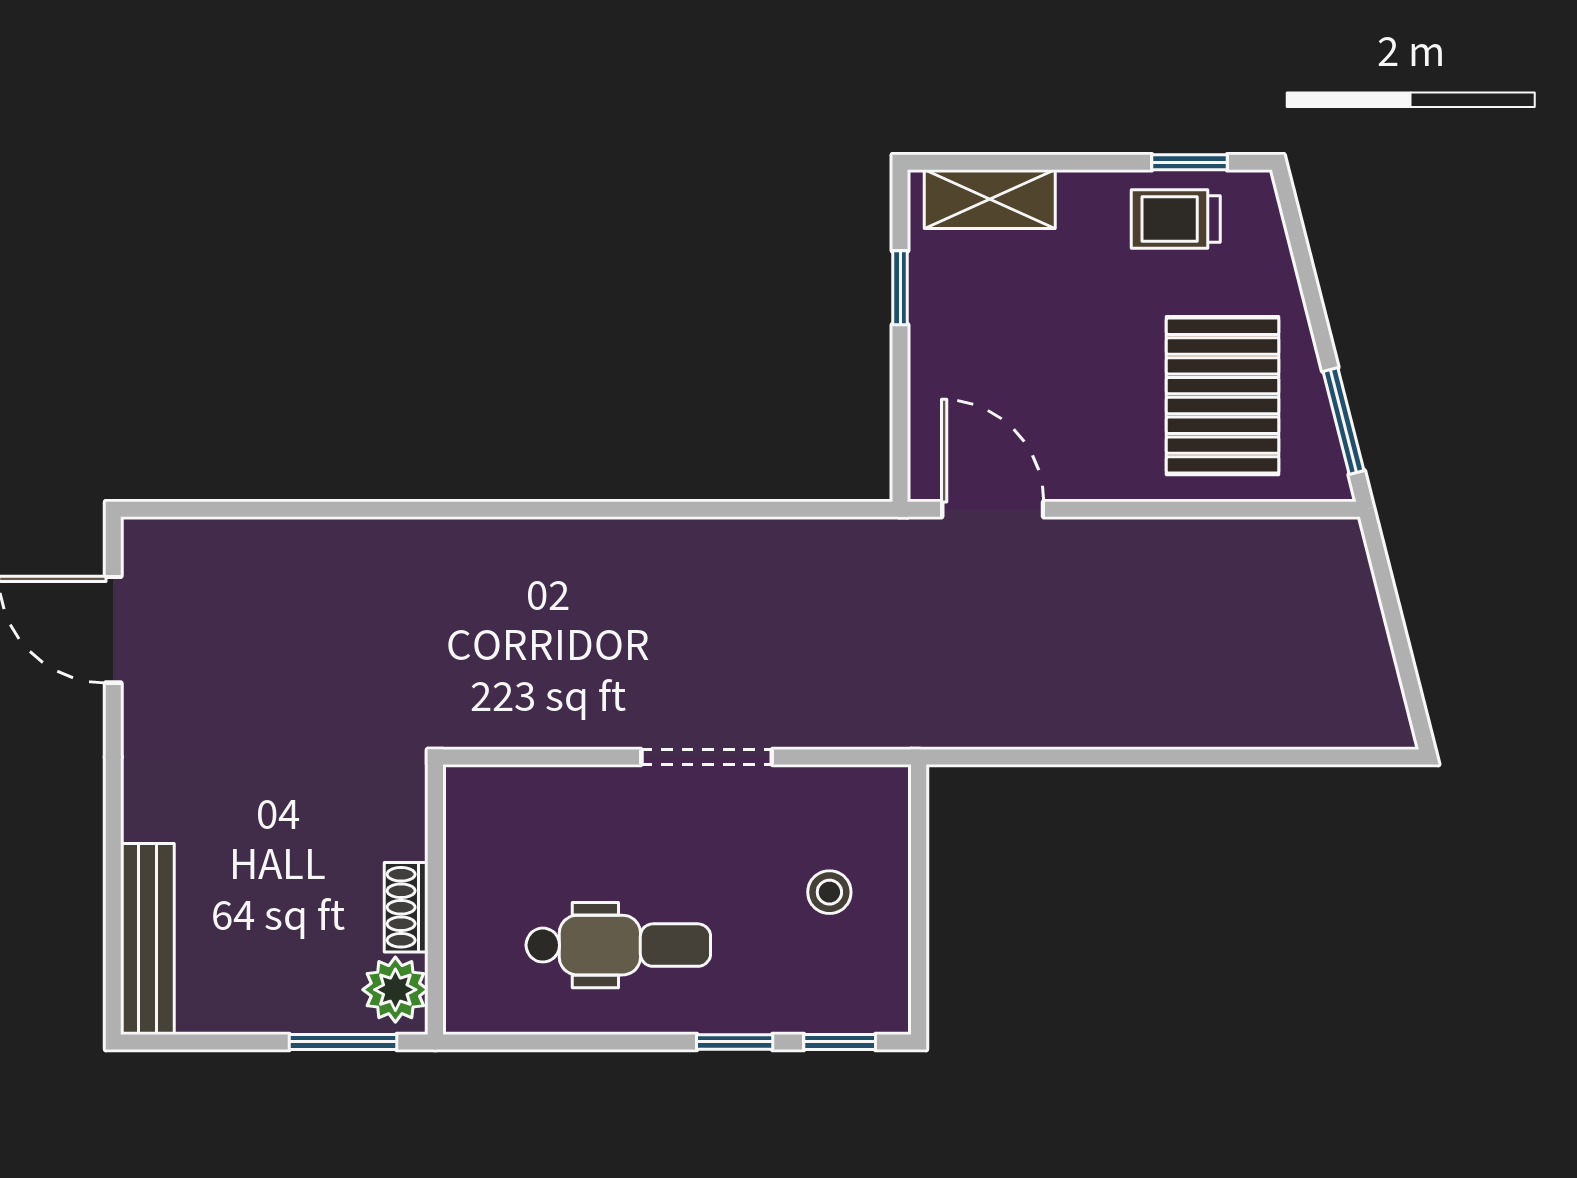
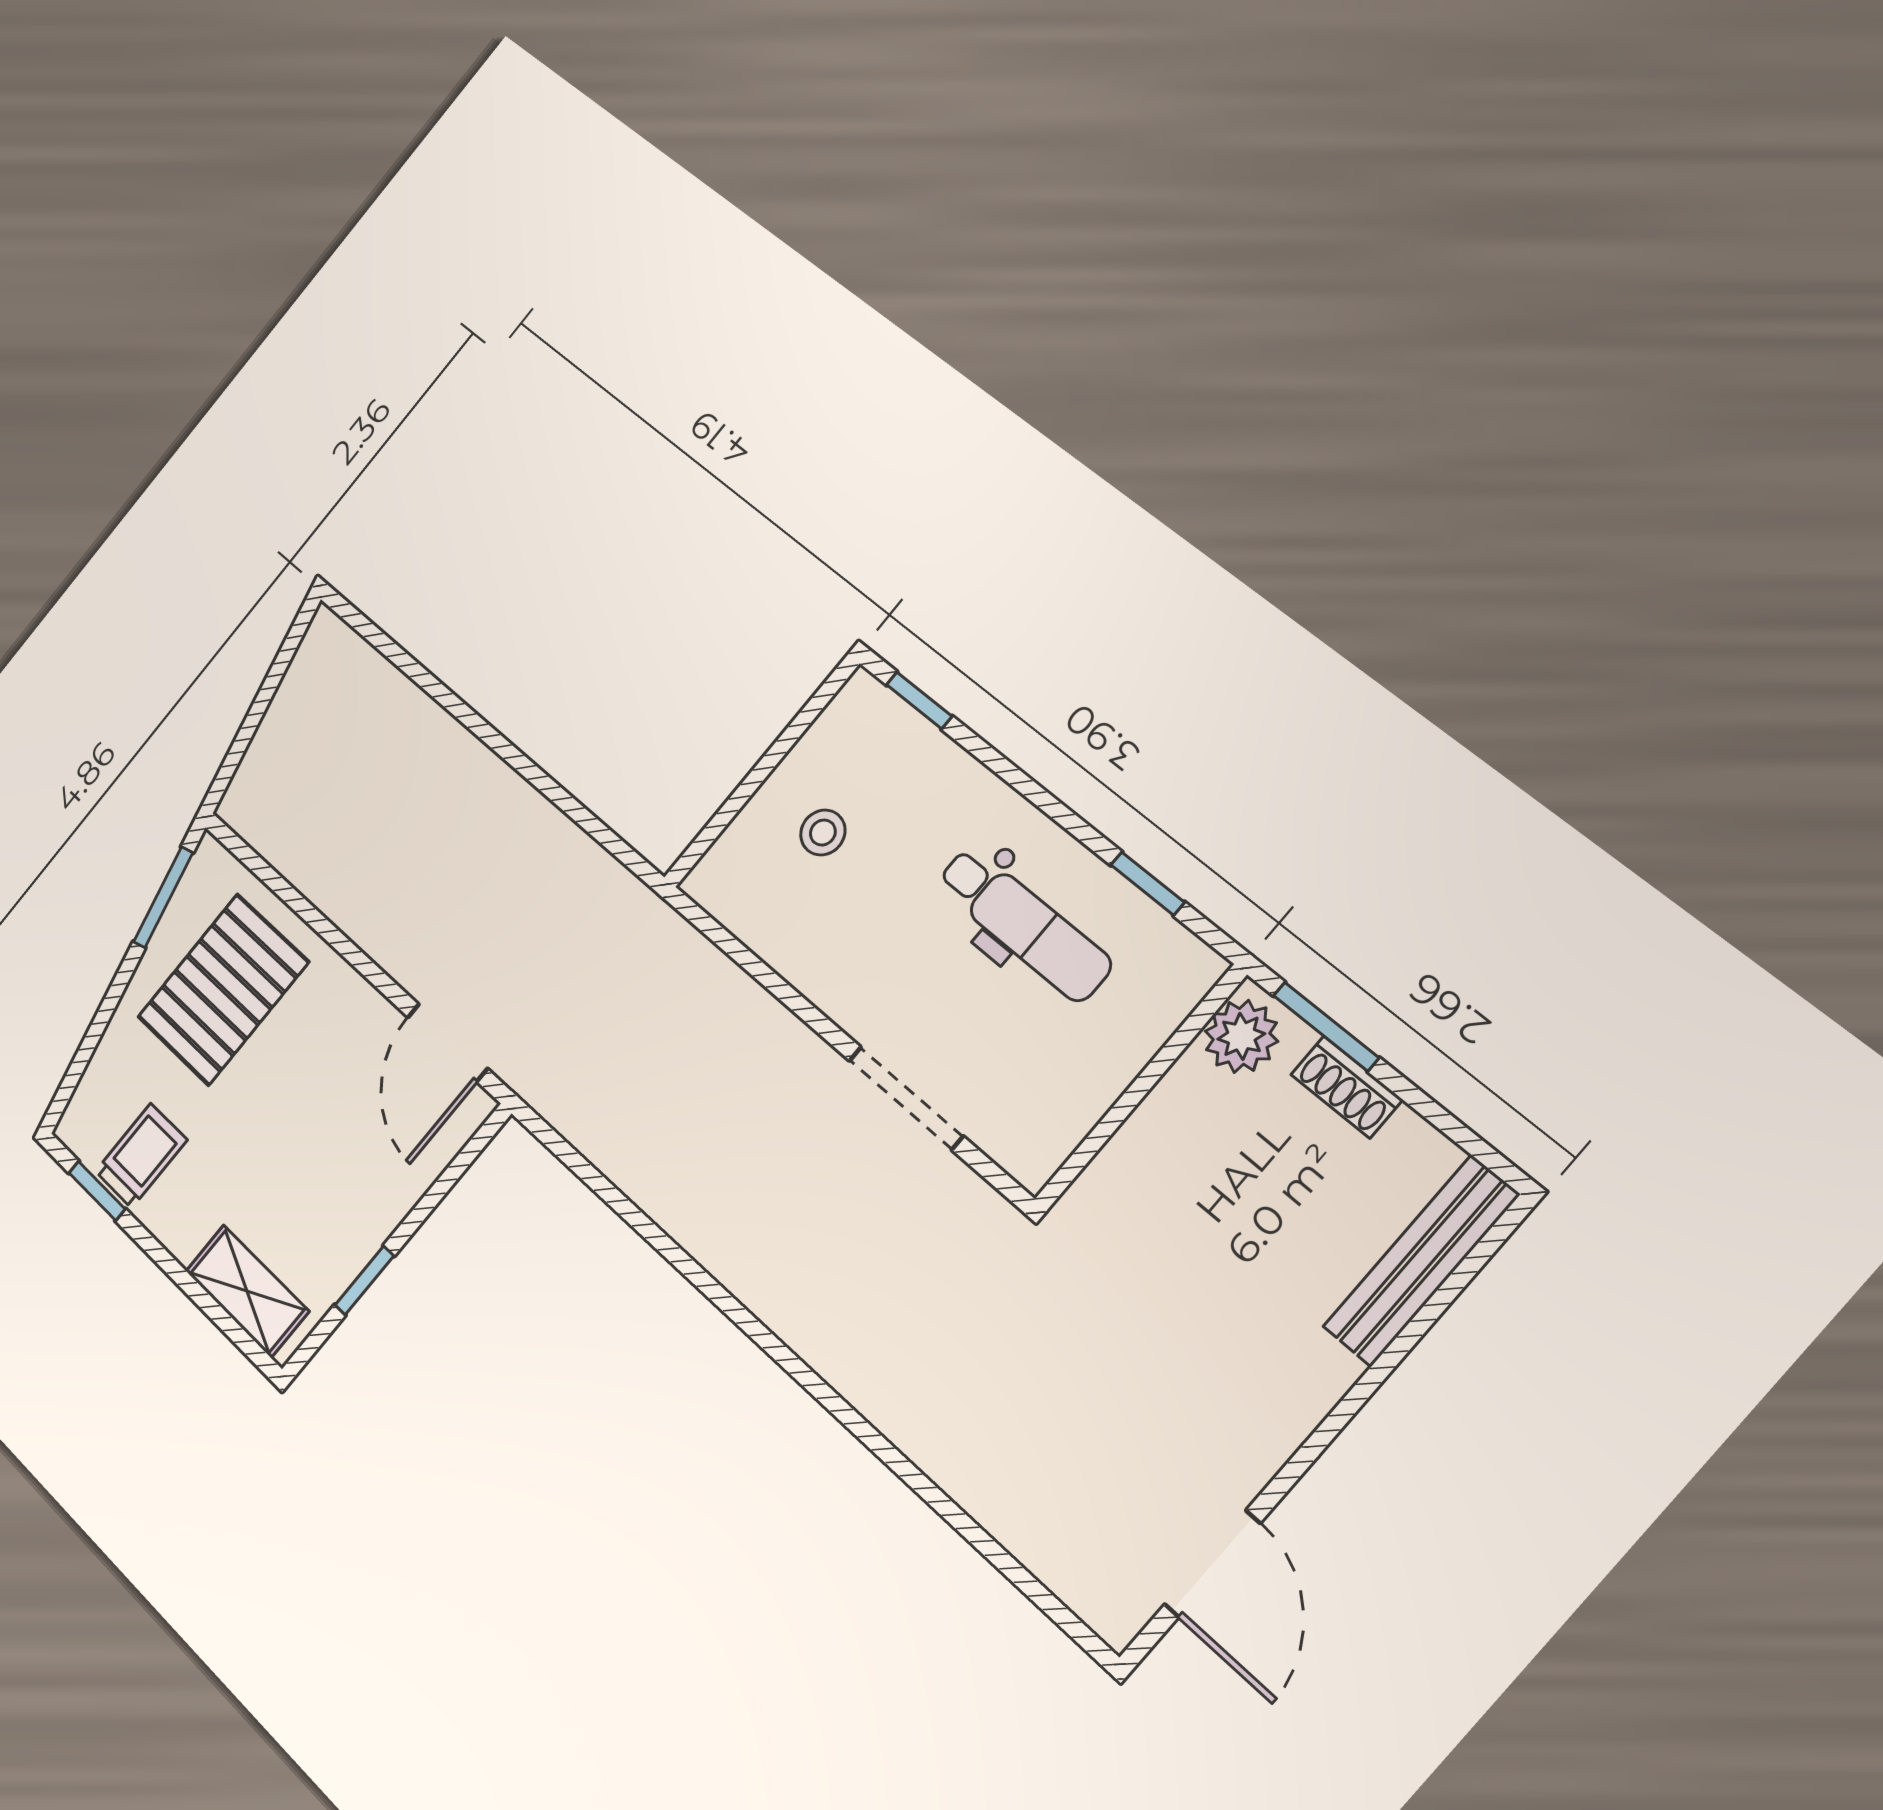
trolley: (1176, 219) -> (141, 1156), turned -90
doorway: (707, 757) -> (906, 1098), moved
shoe rack: (406, 907) -> (1347, 1087), moved, turned 90
dental chair: (618, 945) -> (1024, 924), turned 180
window: (735, 1042) -> (1148, 884), moved

